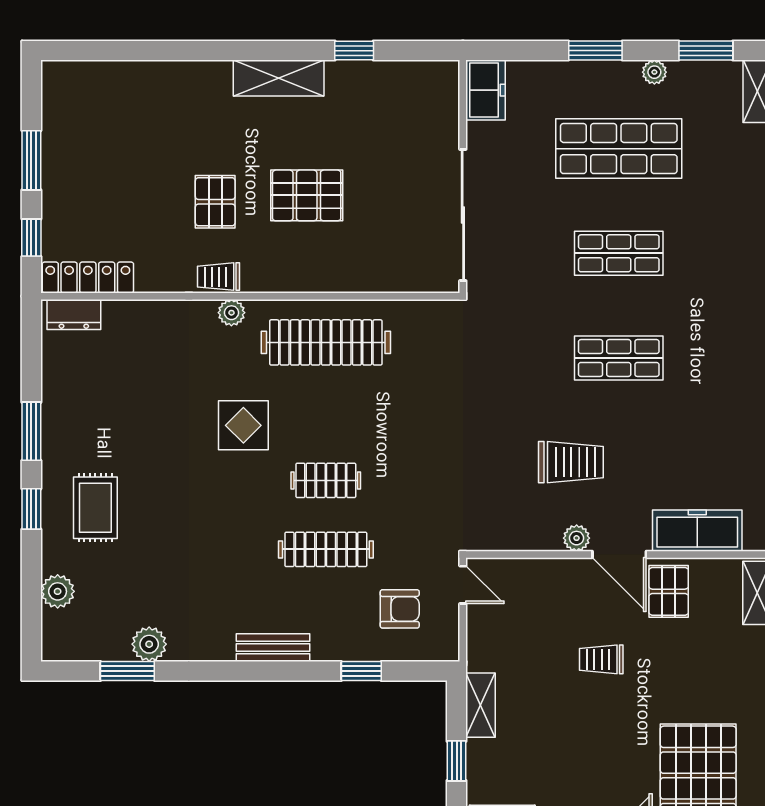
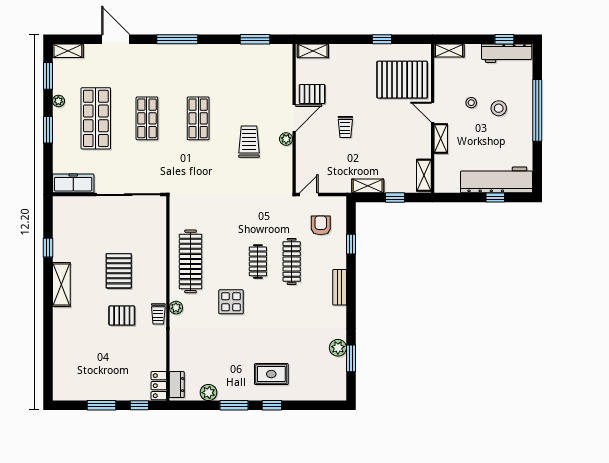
freezer: (486, 90) -> (73, 183), width x1.40
locker: (88, 277) -> (159, 386), width x0.66
freezer: (697, 531) -> (282, 80), removed
plant: (58, 591) -> (208, 393), moved

